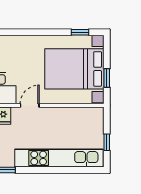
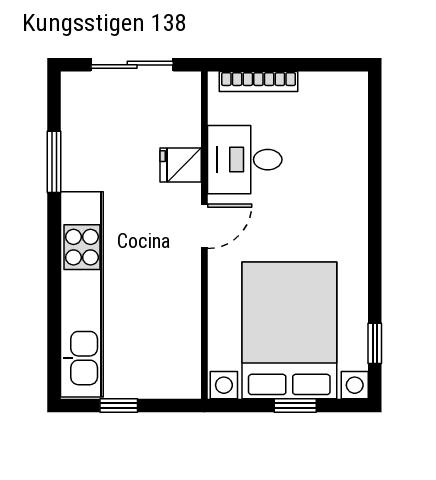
window: (107, 78) -> (295, 406), moved
door: (30, 105) -> (204, 226), hinge flipped

